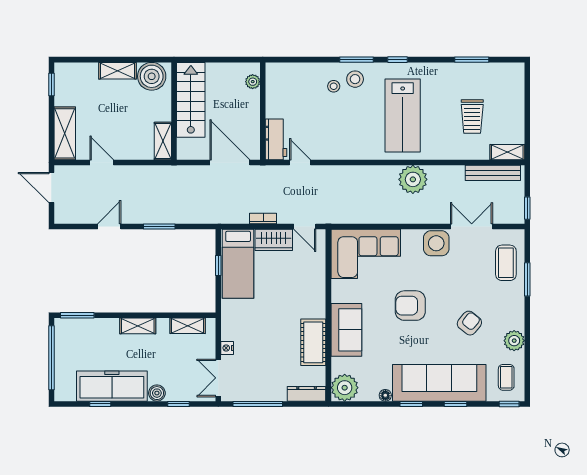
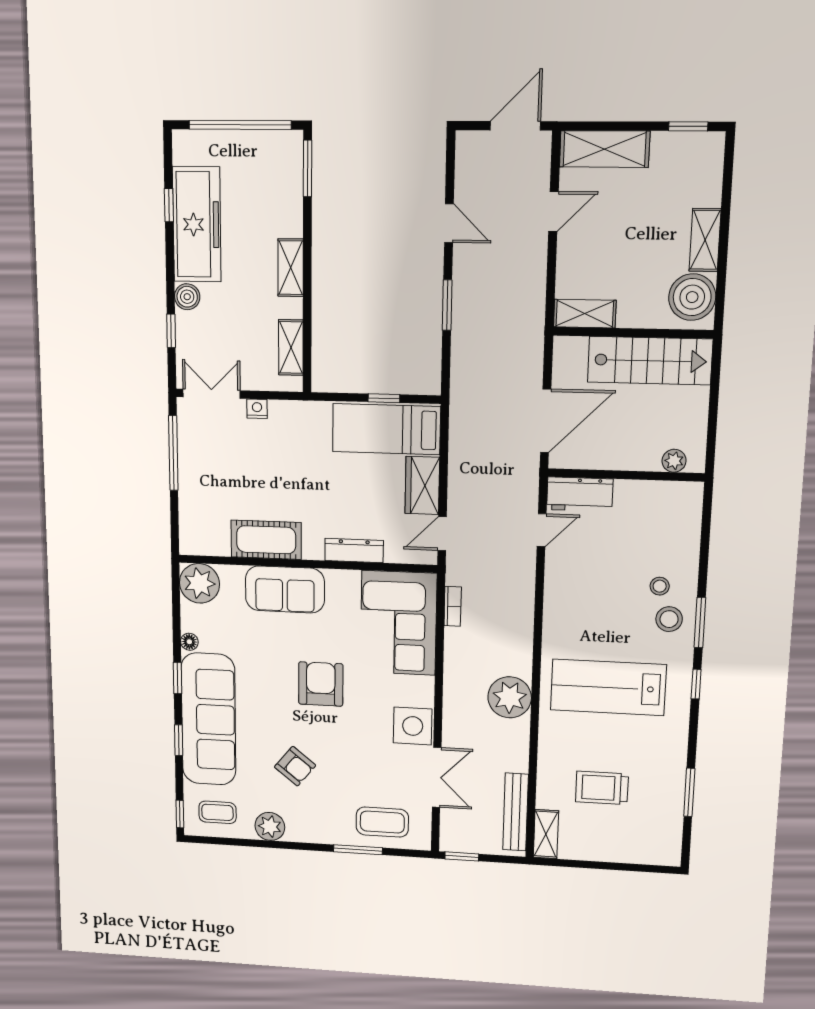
bookcase: (263, 218) -> (453, 606), moved
dresser: (307, 394) -> (354, 551), moved, turned -90

